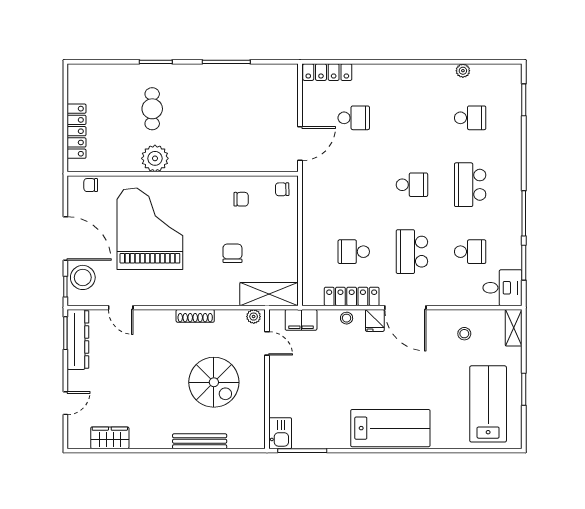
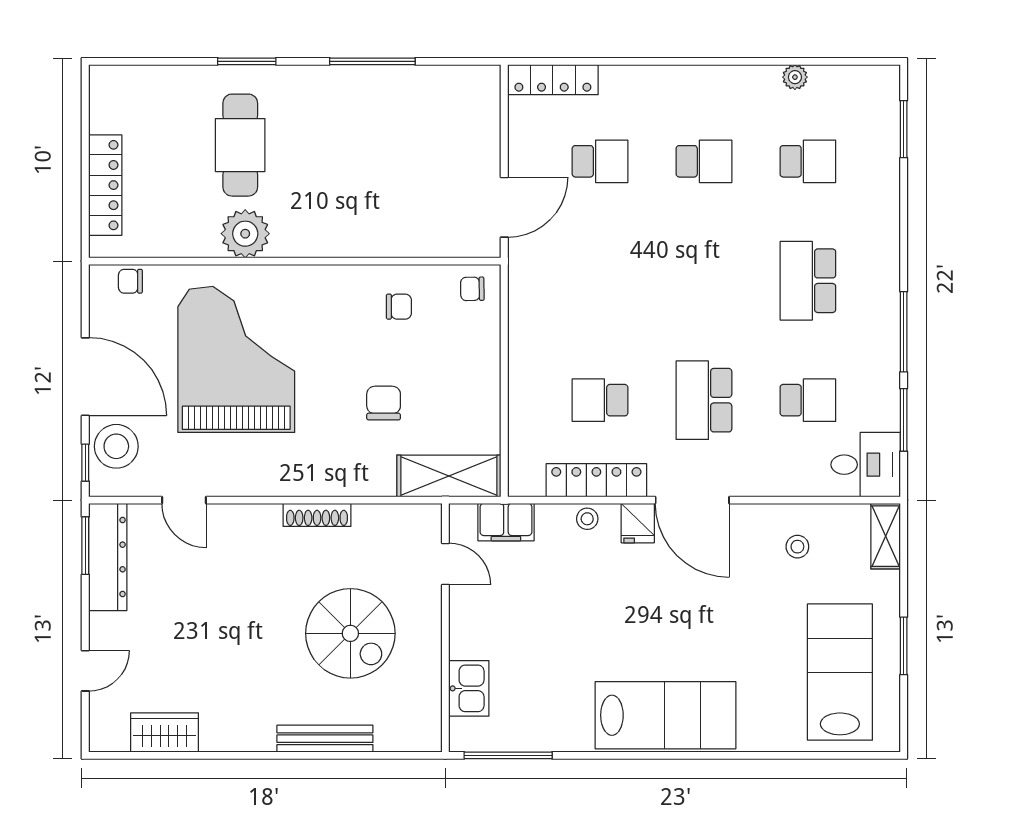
cafe table: (152, 109) -> (240, 145), width x1.37, depth x1.35
school desk: (412, 185) -> (704, 161), moved
plant: (254, 317) -> (421, 516), removed
kitchen sink: (280, 433) -> (469, 688), moved

